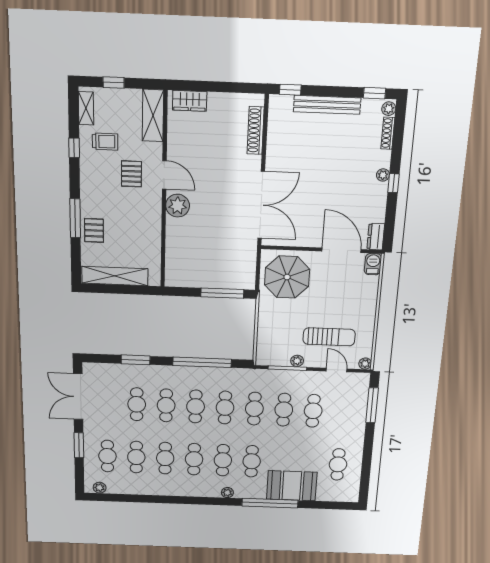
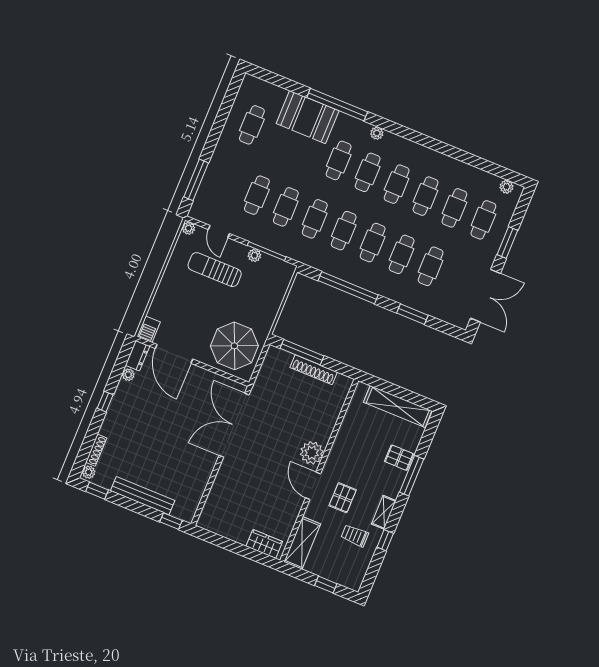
shelving: (86, 108) -> (384, 512), moved
shoe rack: (256, 131) -> (314, 370), moved, turned 90
plant: (383, 175) -> (128, 375), moved
pallet: (94, 230) -> (399, 458), turned 90

